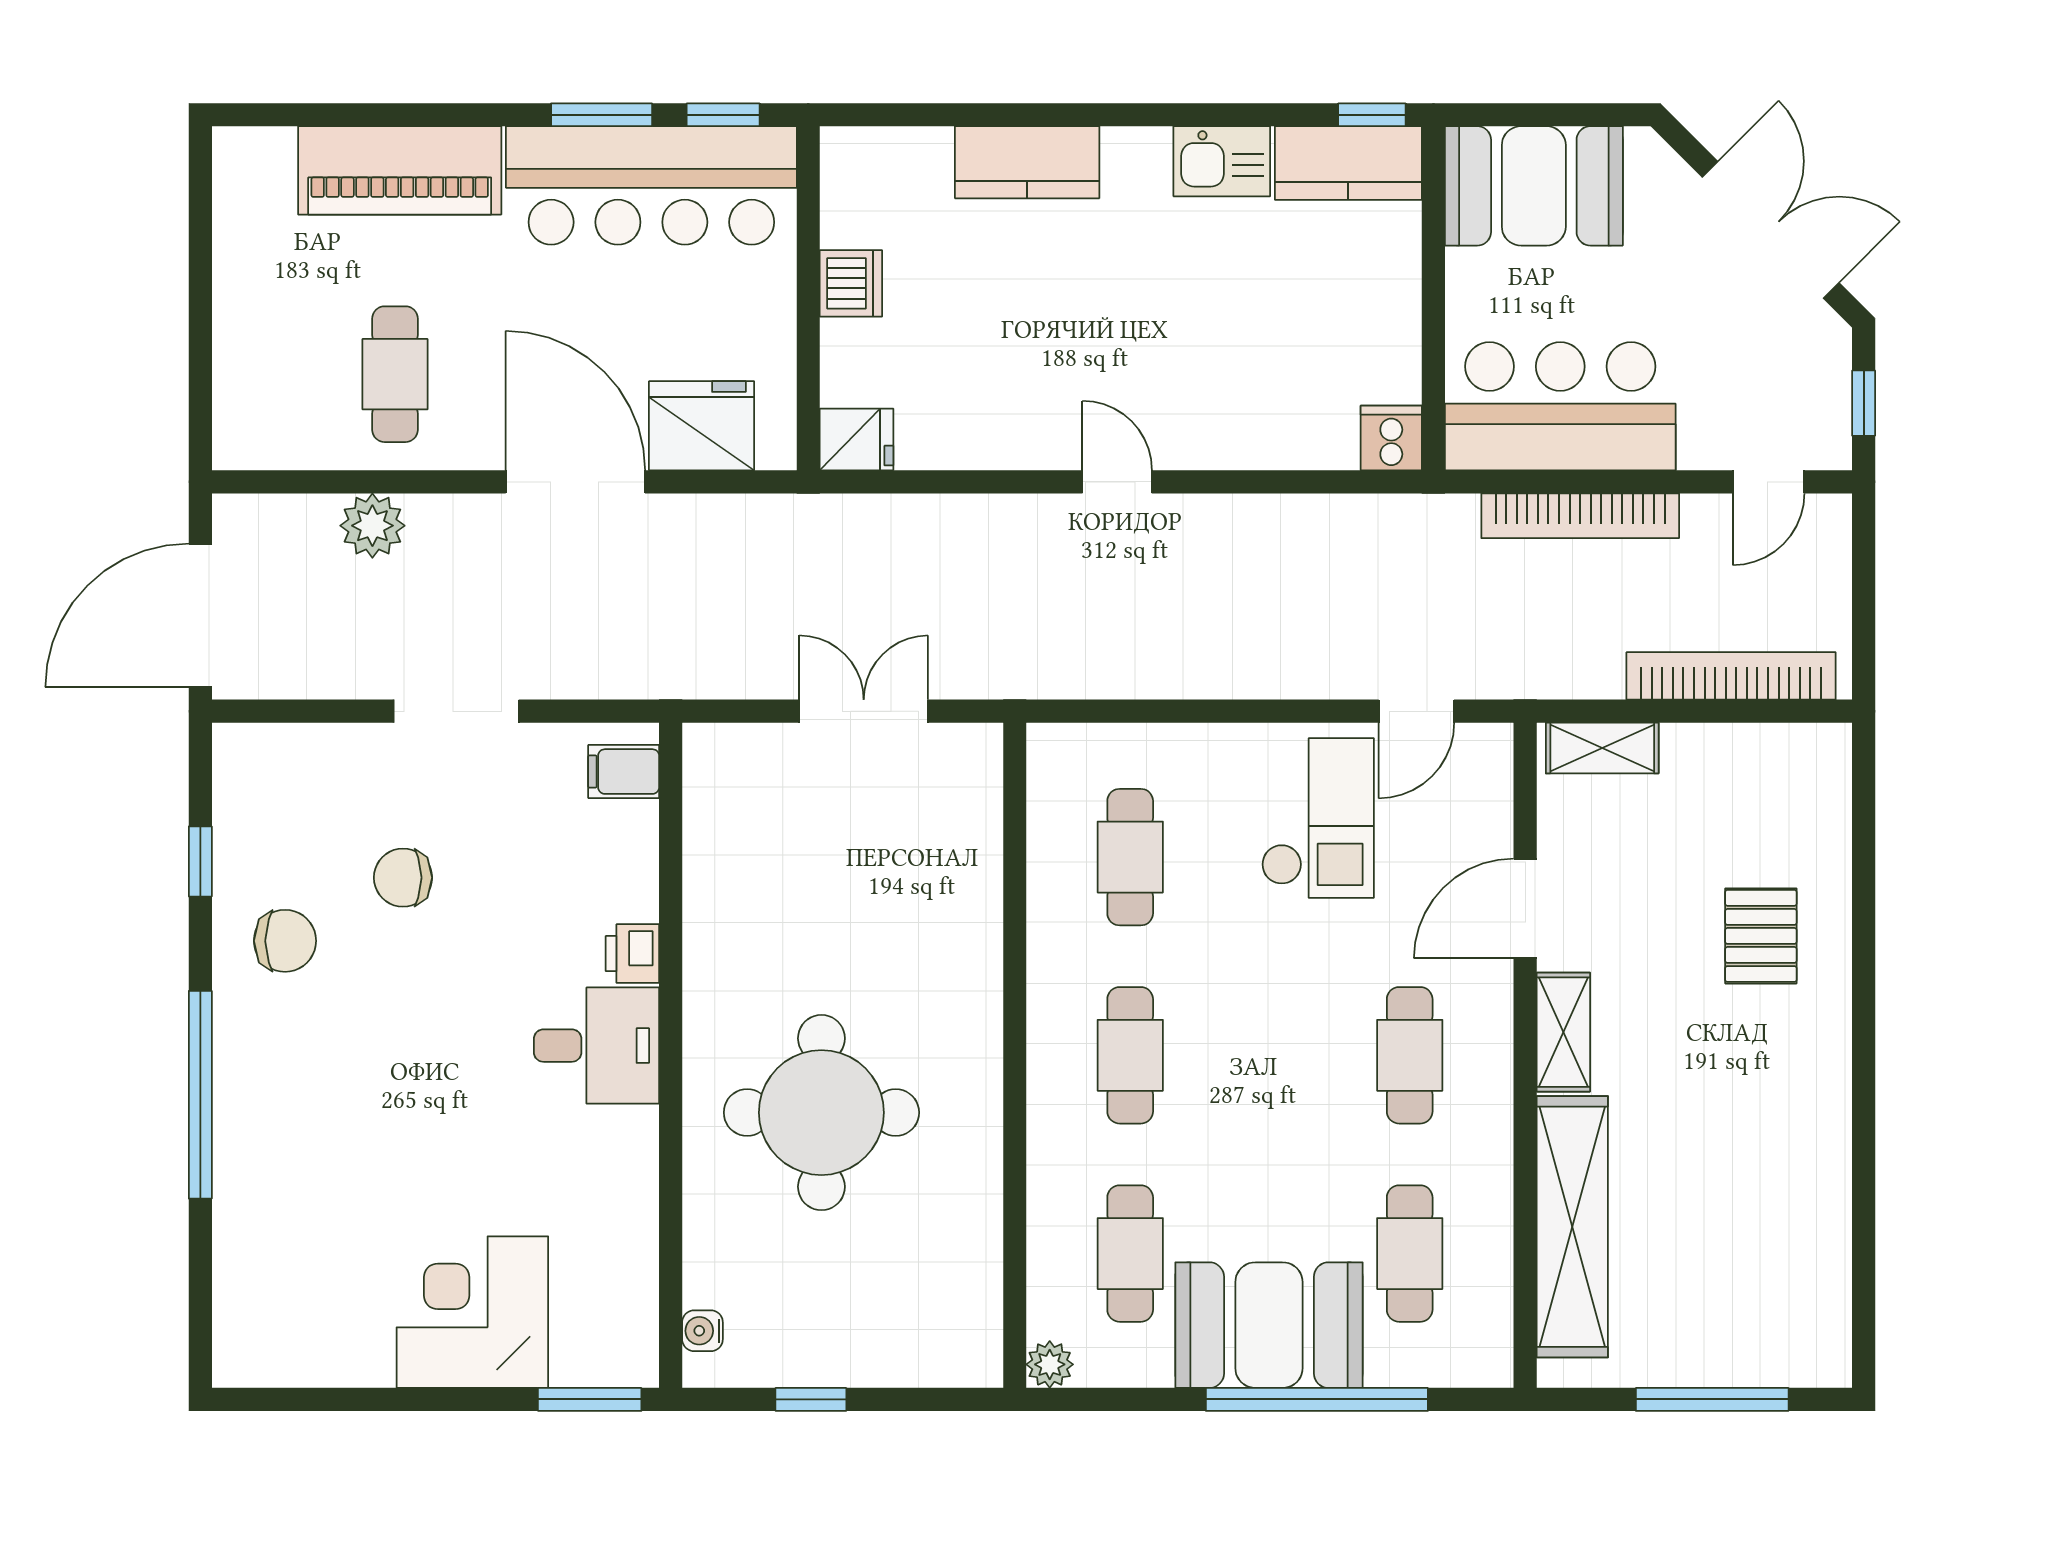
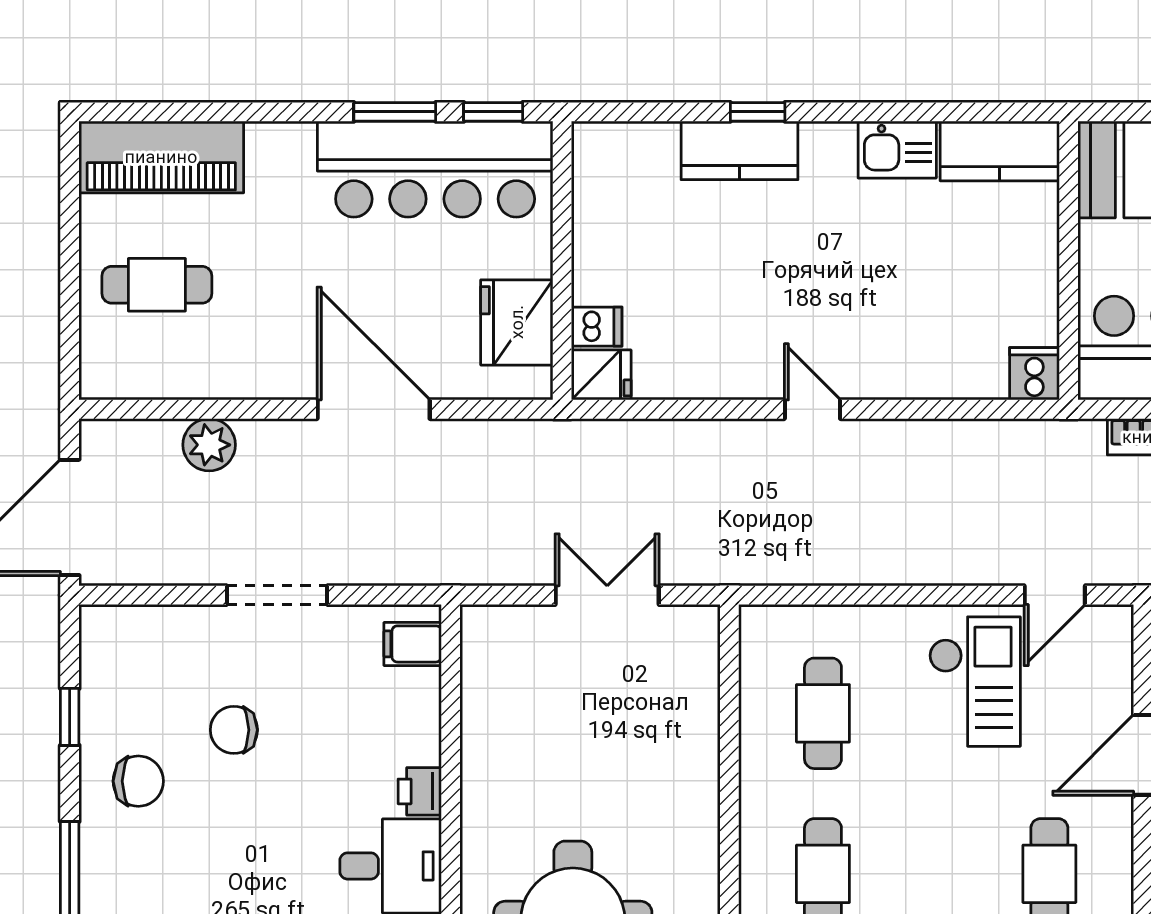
window: (1372, 115) -> (758, 112), moved
piano: (400, 170) -> (161, 157), moved
dishwasher: (851, 283) -> (597, 327), moved, width x0.73
cafe table: (395, 374) -> (157, 285), moved, turned 90
fridge: (702, 426) -> (517, 322), moved, turned -90

